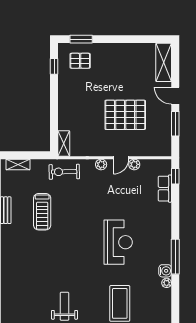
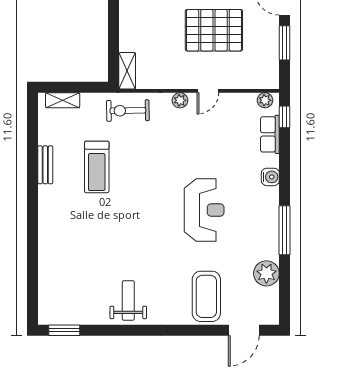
plant: (134, 164) -> (265, 100), moved
water cooler: (165, 271) -> (270, 177), moved
plant: (167, 283) -> (266, 273), width x1.88, depth x1.88

